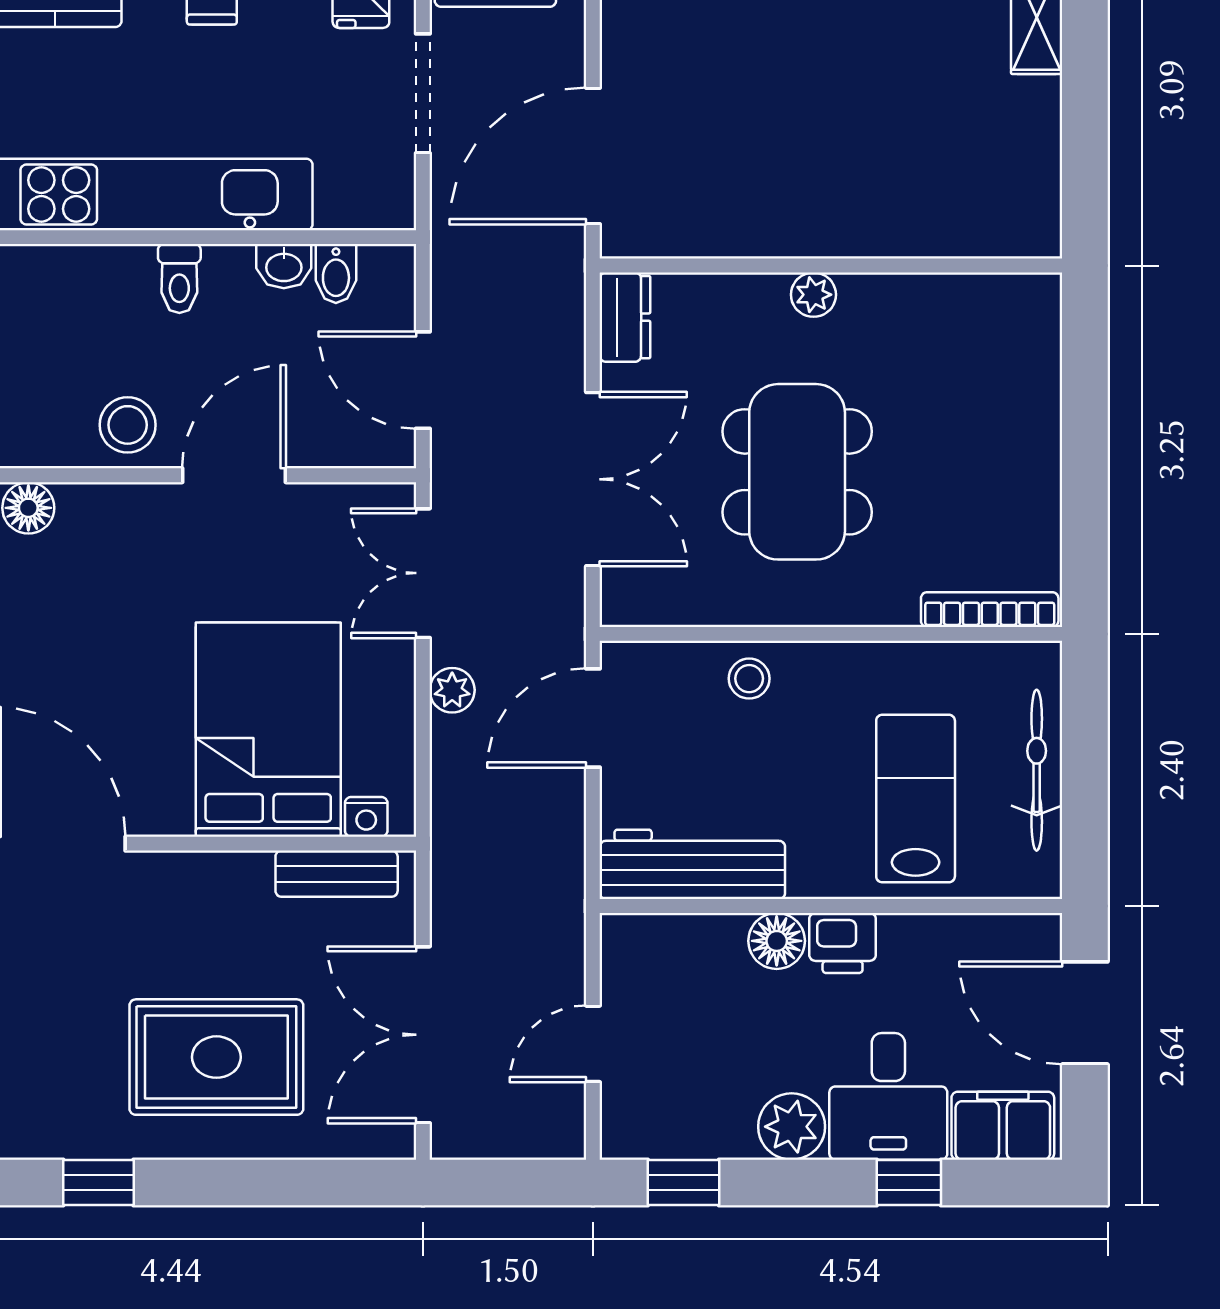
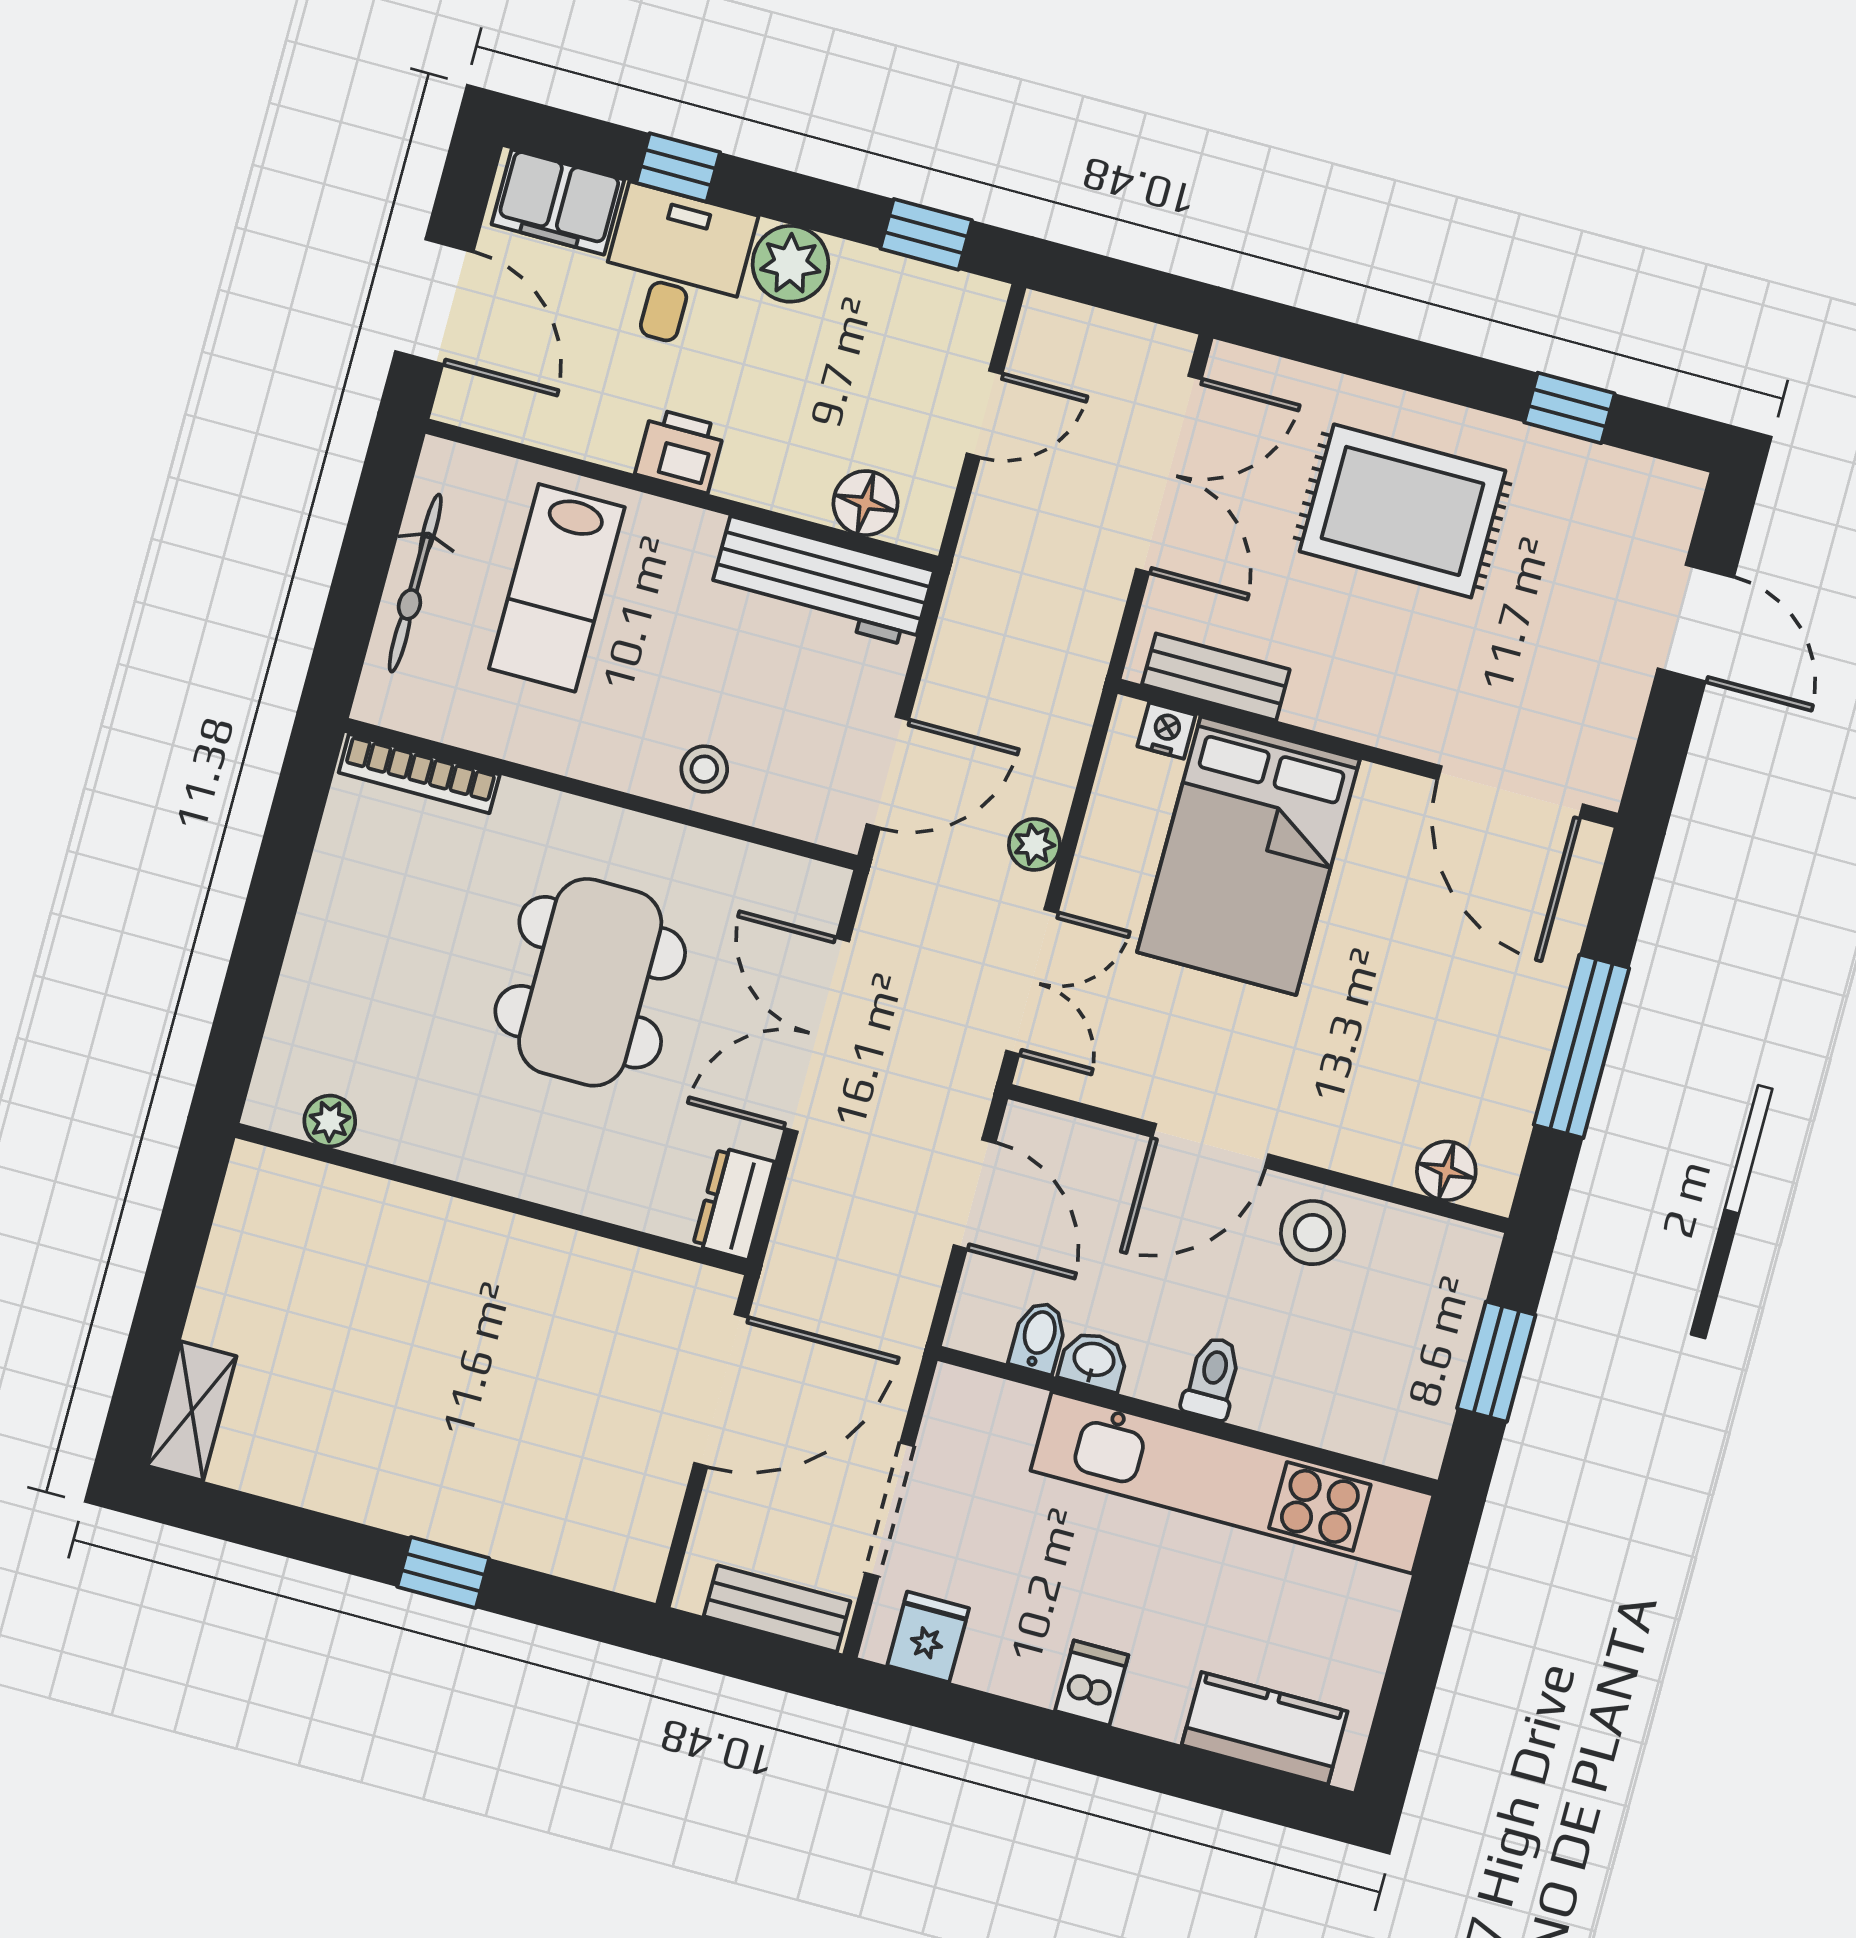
plant: (813, 295) -> (330, 1121), moved
floor lamp: (777, 941) -> (866, 503), moved

